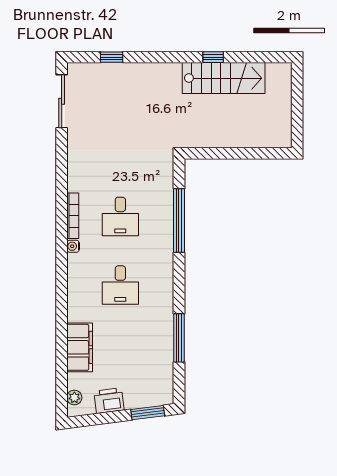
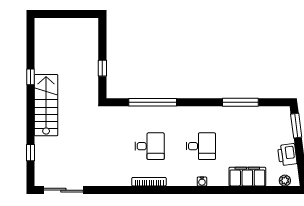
stairs: (224, 78) -> (46, 105), moved
window: (225, 153) -> (102, 68), added
water cooler: (73, 246) -> (202, 181), moved

